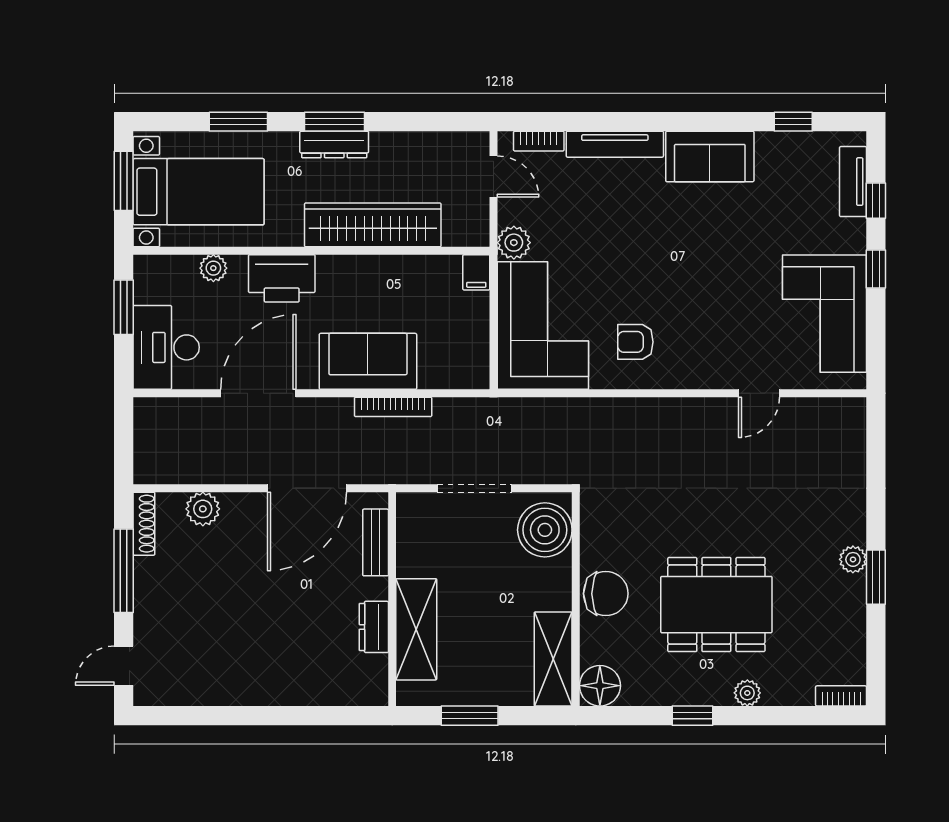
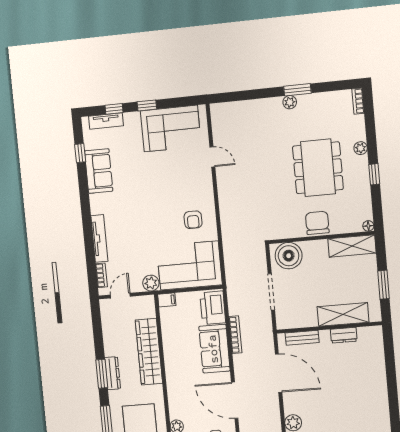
sofa: (710, 156) -> (99, 171), moved
printer: (282, 278) -> (213, 308), moved, turned 180
floor lamp: (600, 686) -> (368, 226), width x0.53, depth x0.53

